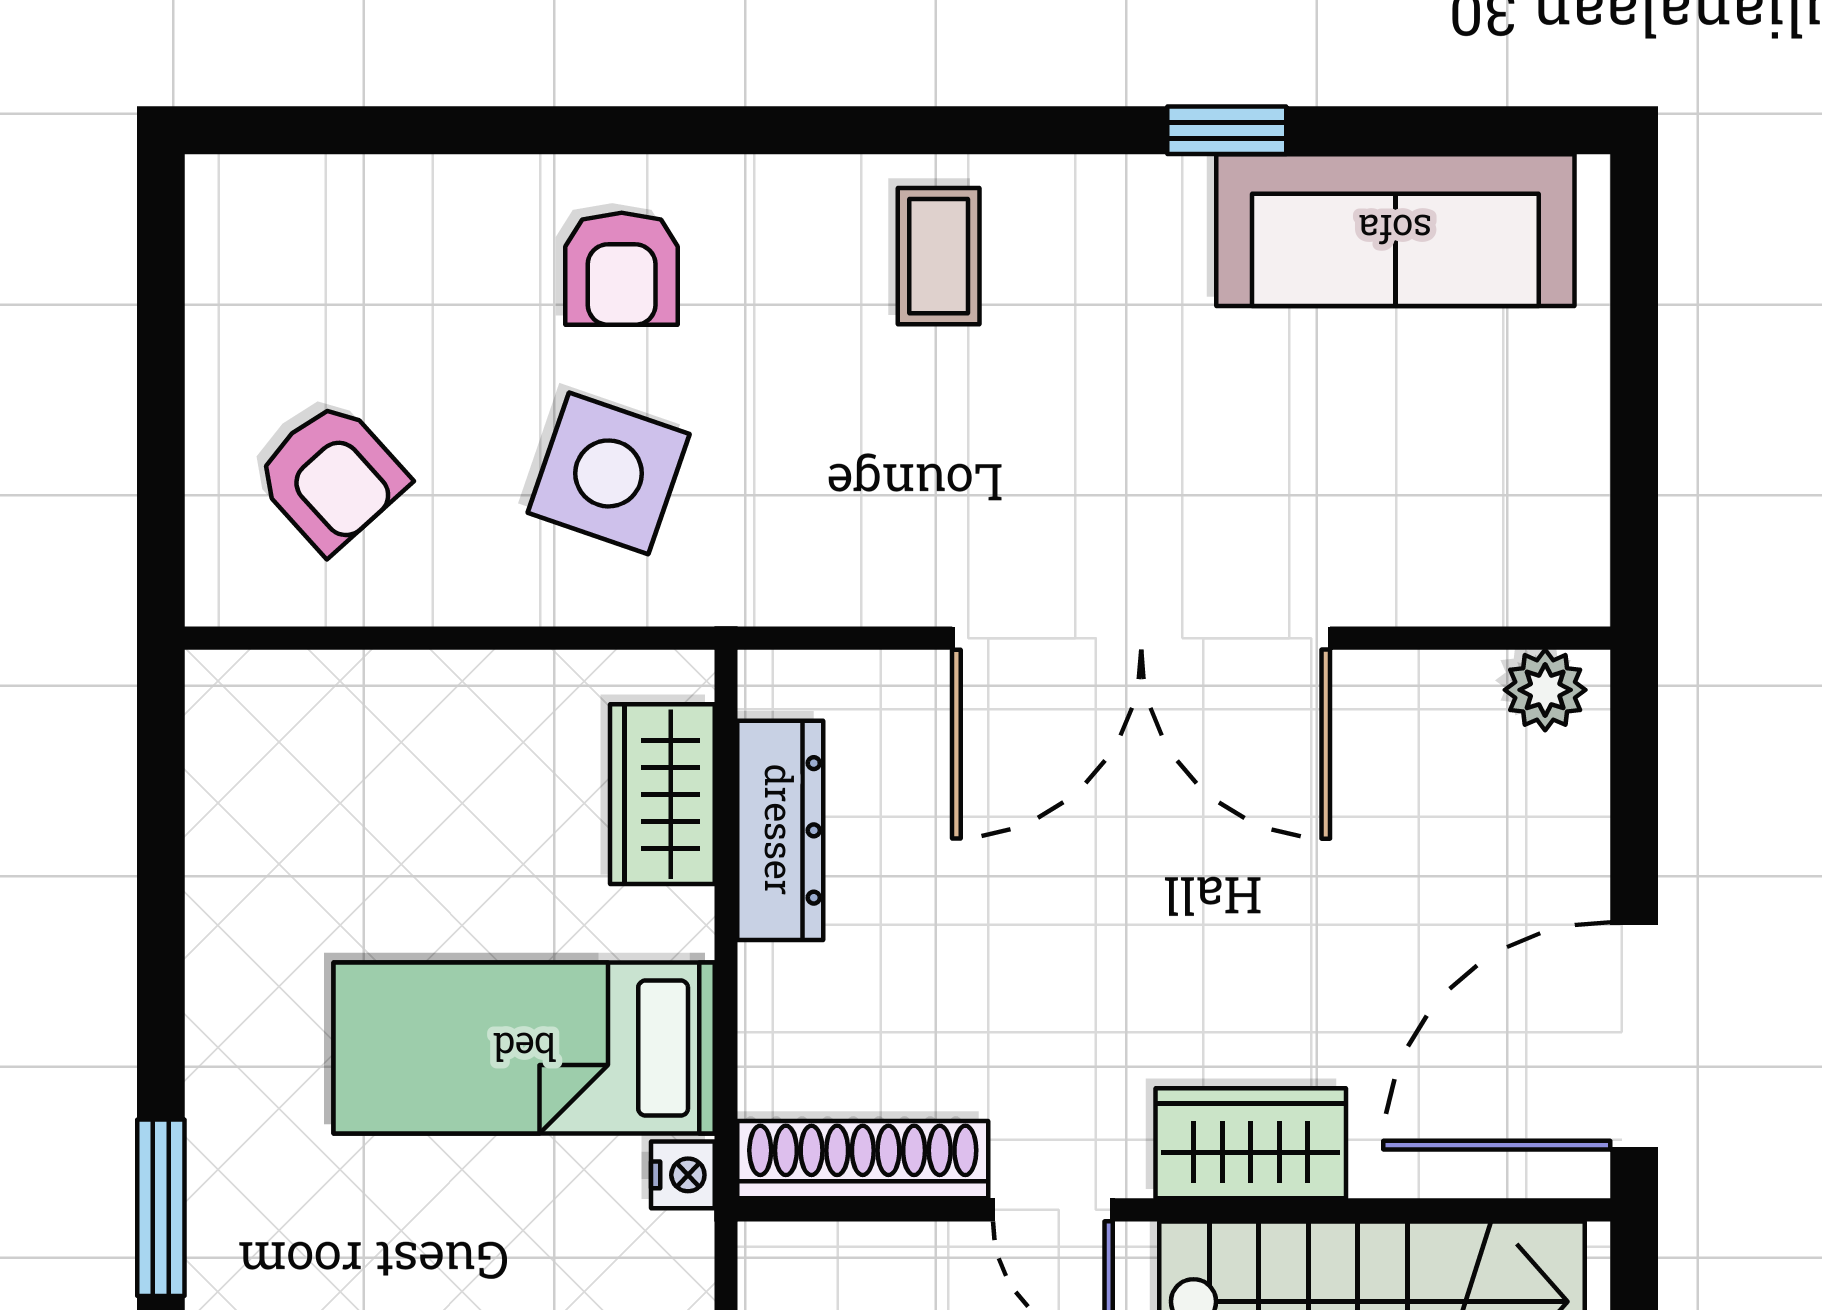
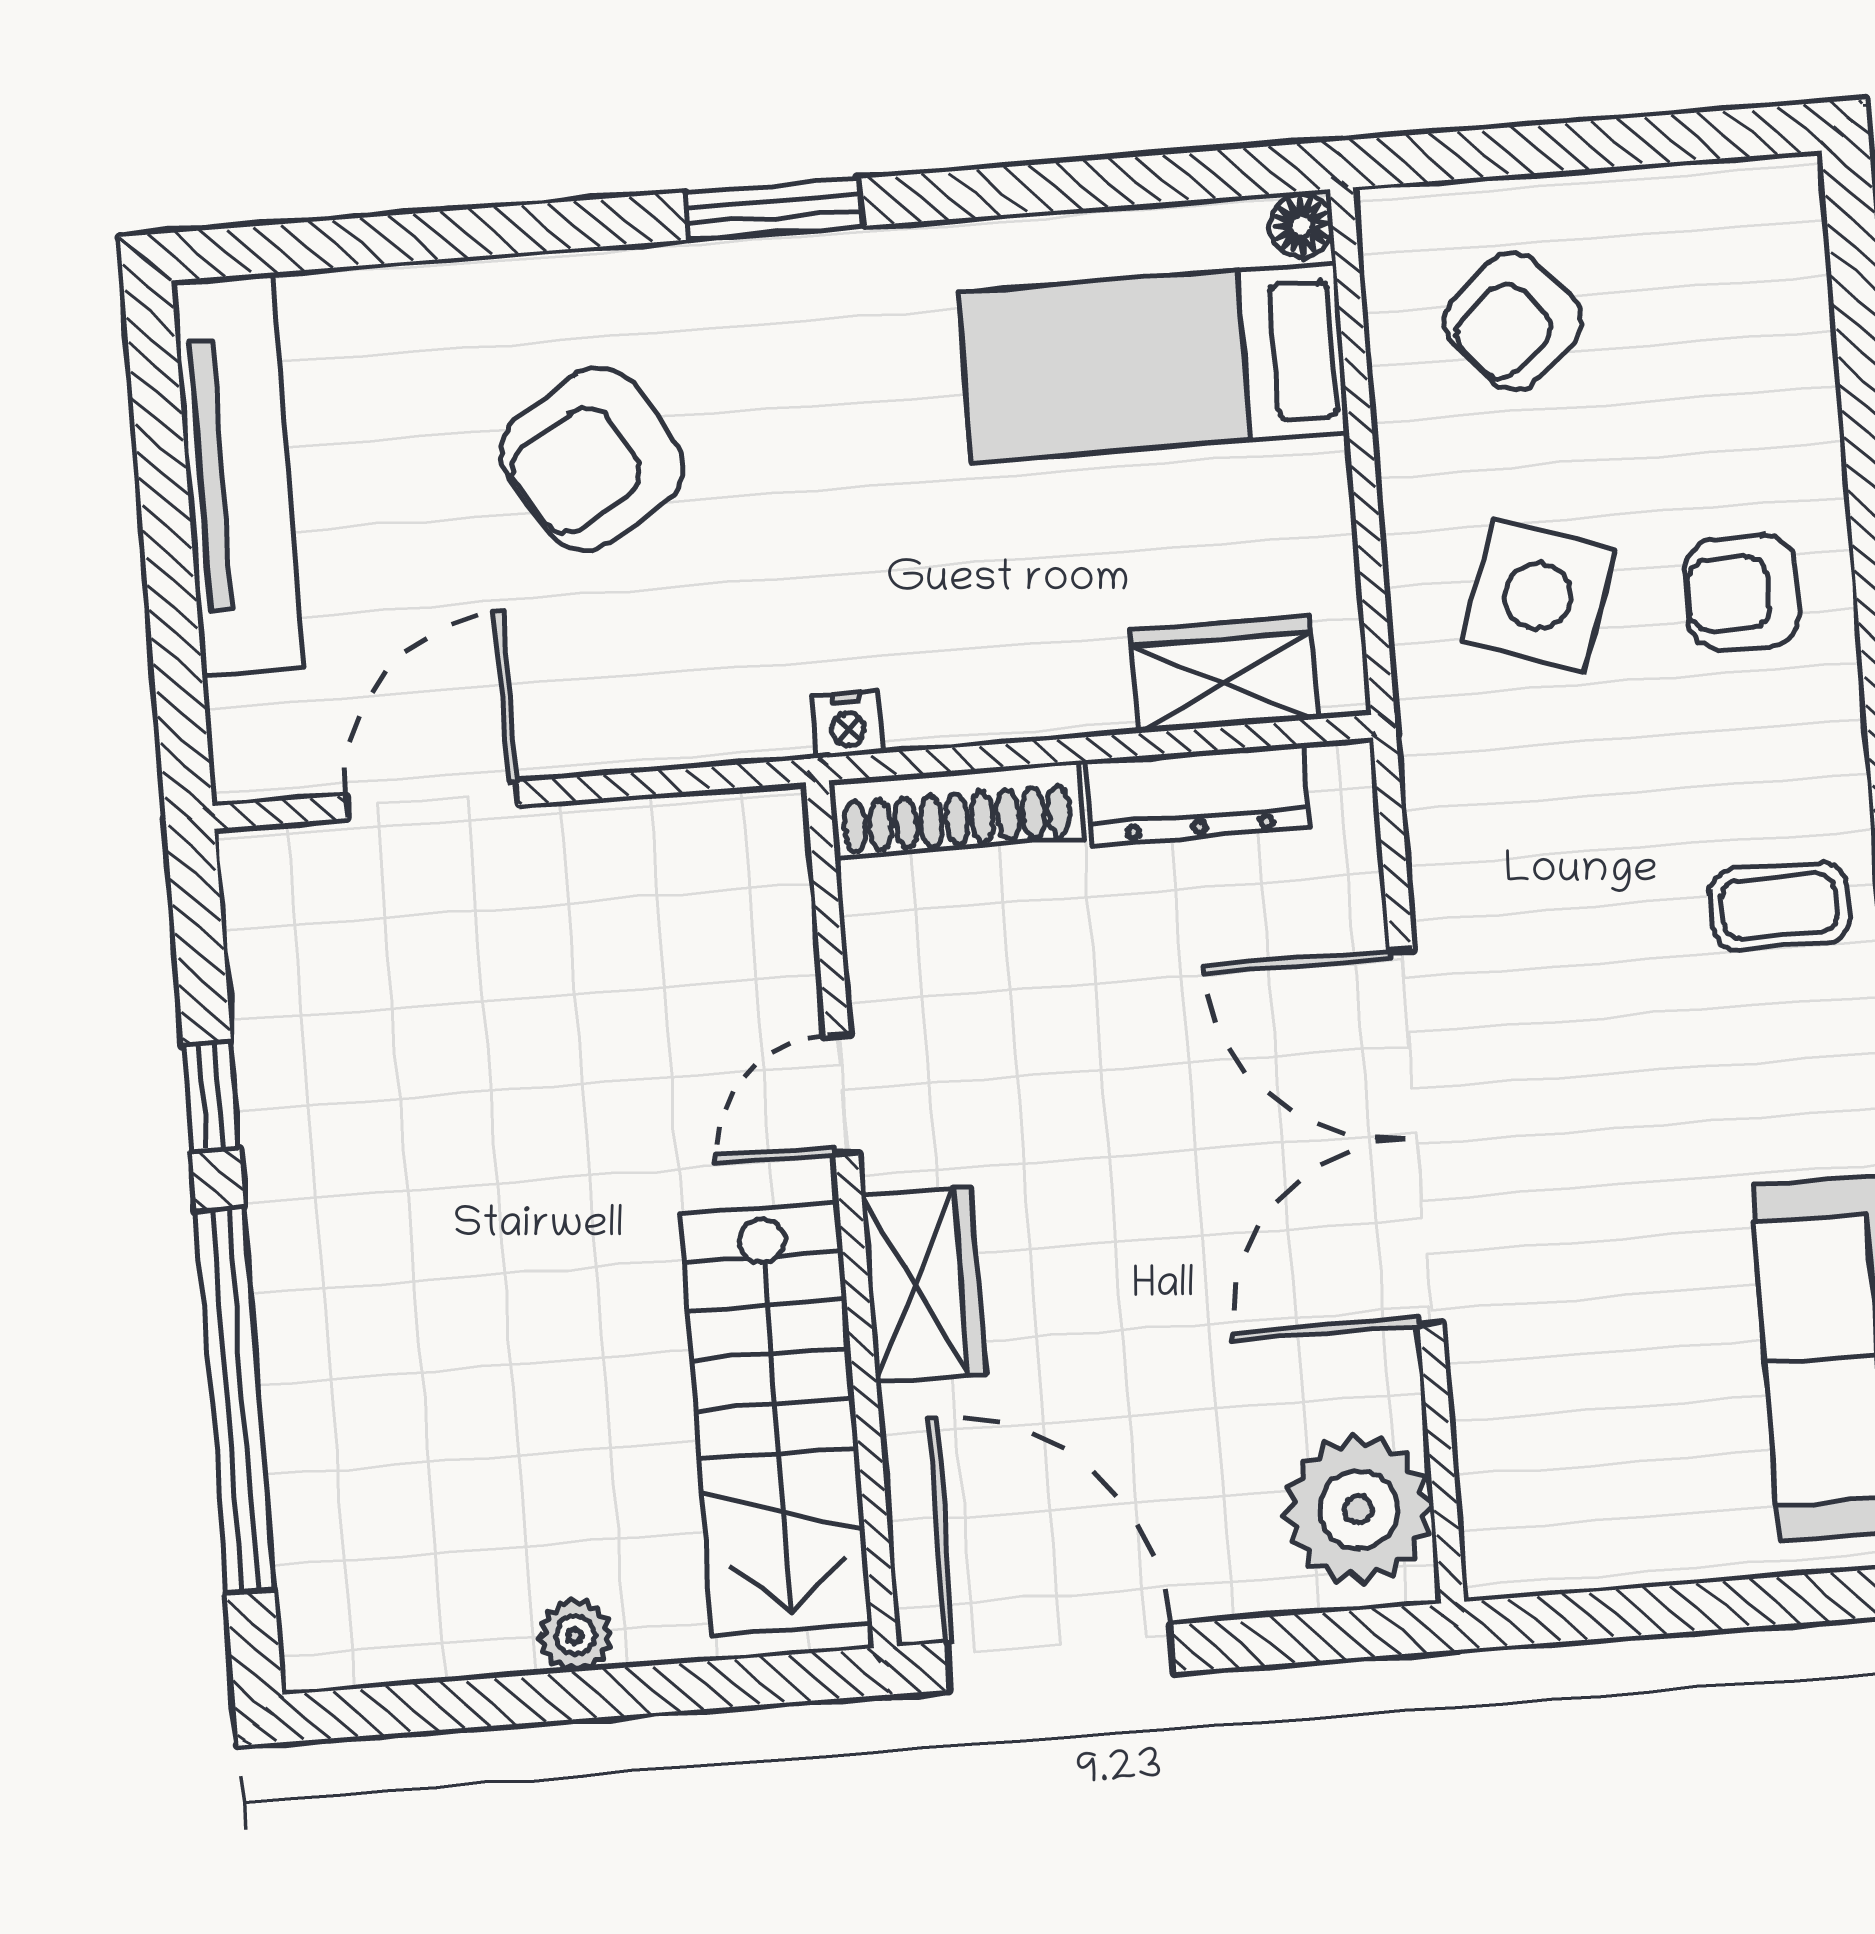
floor lamp: (219, 681) -> (1301, 226), added
plant: (1545, 690) -> (1358, 1510), width x1.88, depth x1.88
bed: (524, 1048) -> (1154, 362), moved, turned -90
shoe rack: (863, 1160) -> (956, 809), moved, turned 90

